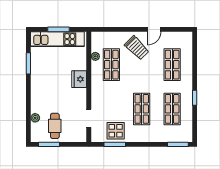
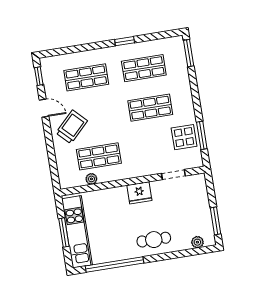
window: (179, 29) -> (39, 76), added
window: (28, 63) -> (114, 265), width x2.11
fridge: (79, 79) -> (139, 193), moved
plant: (35, 118) -> (197, 242), moved
cafe table: (55, 126) -> (154, 240), moved

